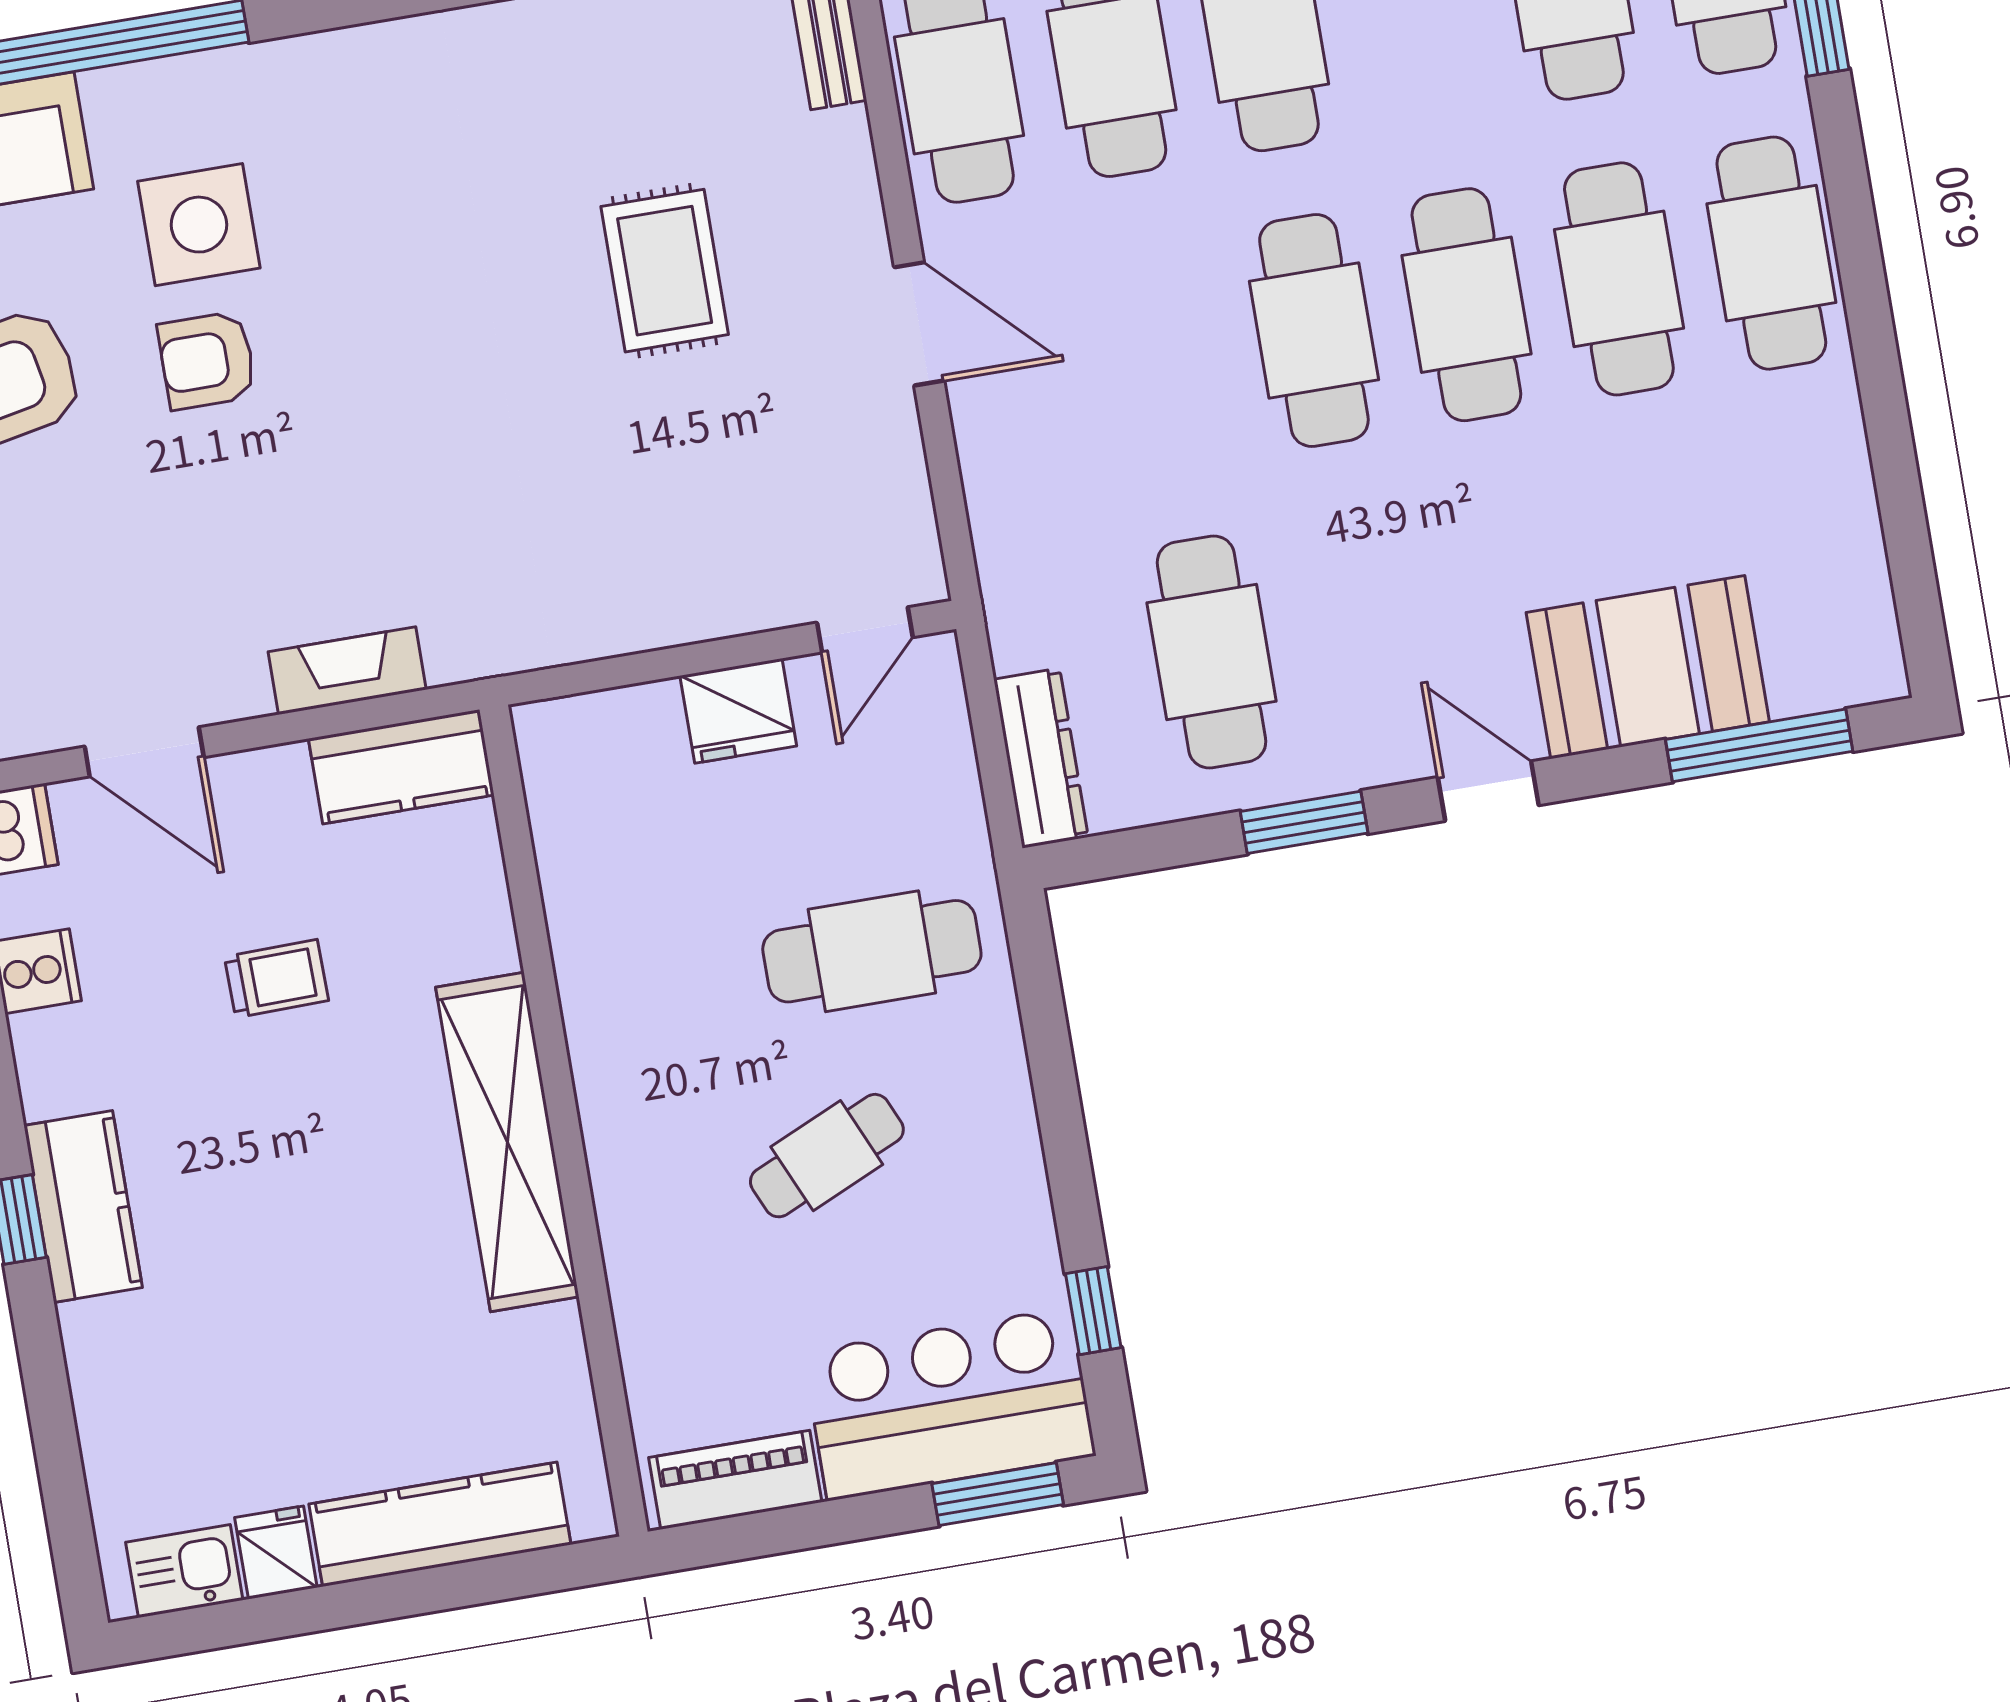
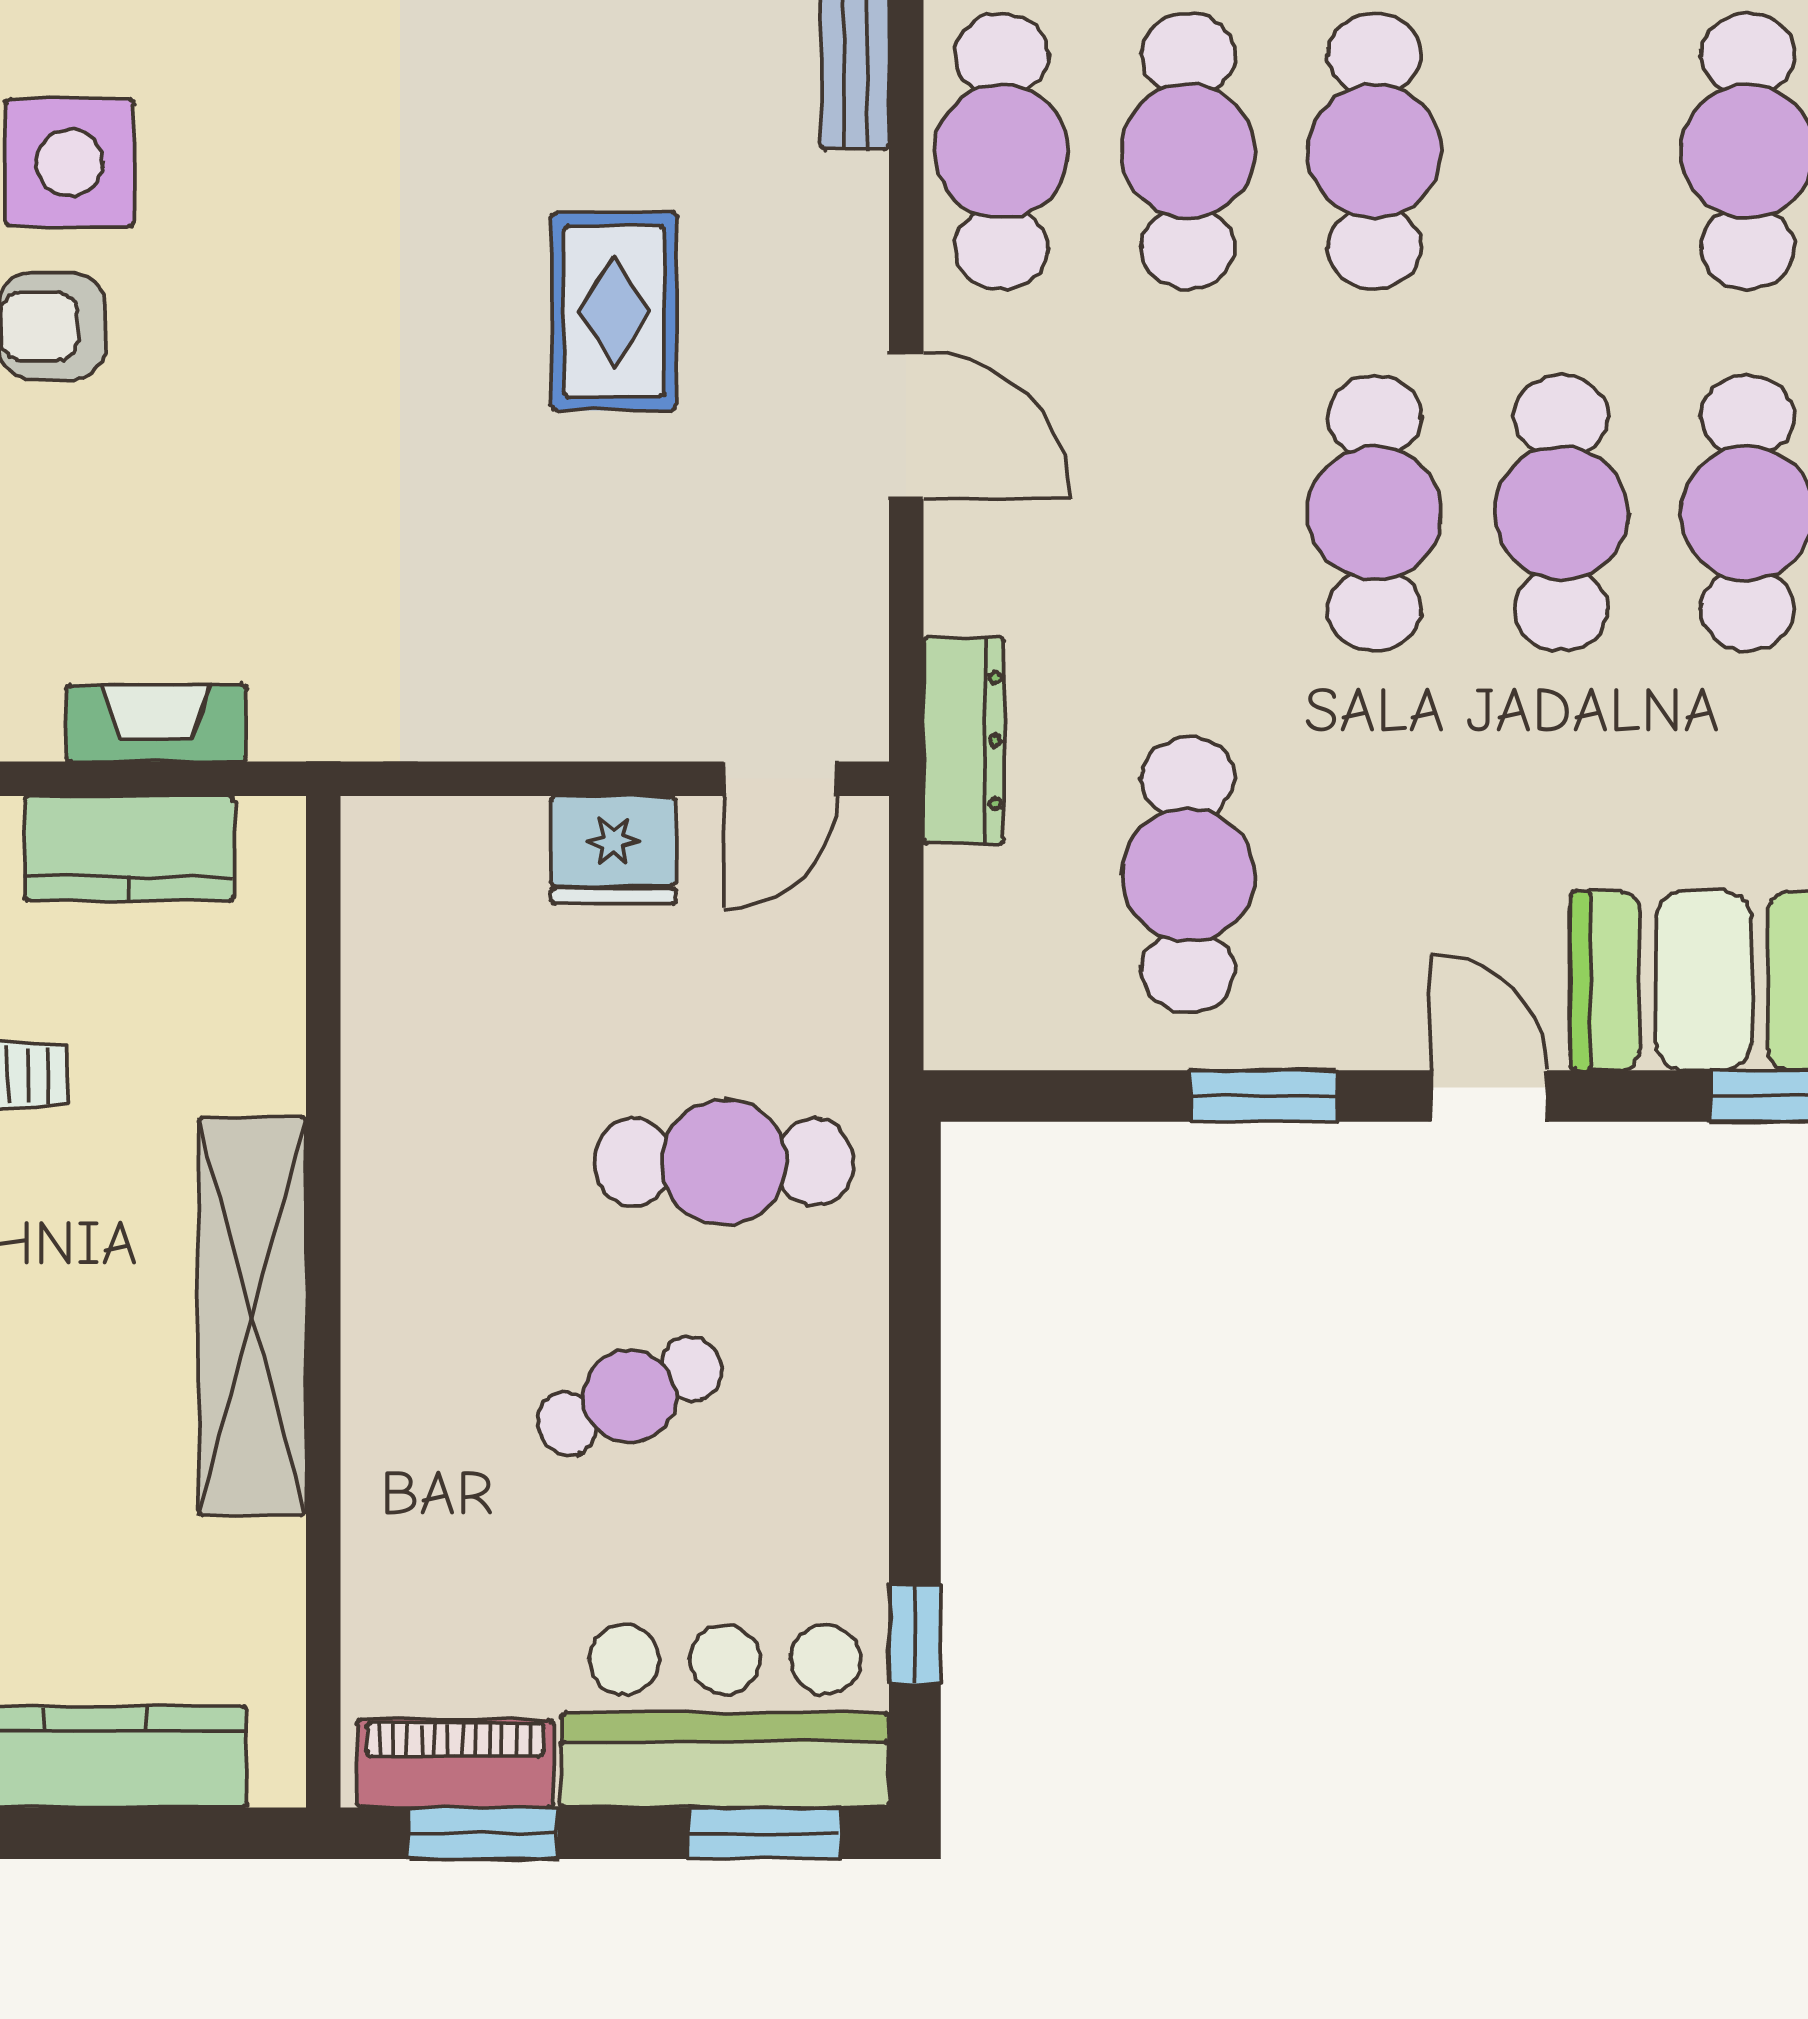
dresser: (1041, 758) -> (964, 741), moved
kitchen counter: (401, 767) -> (129, 848), moved
window: (768, 1533) -> (483, 1833), added

